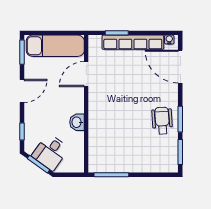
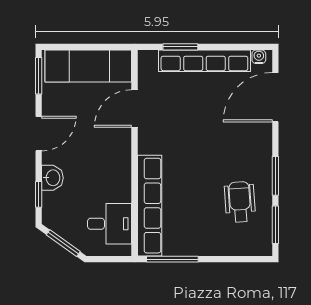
door: (180, 67) -> (275, 97), hinge flipped
wheelchair: (162, 121) -> (240, 202), moved
washbasin: (77, 122) -> (52, 178), moved, turned 180
row of seats: (96, 139) -> (150, 206), added
desk: (50, 152) -> (110, 224), moved, turned -126

